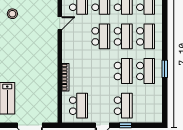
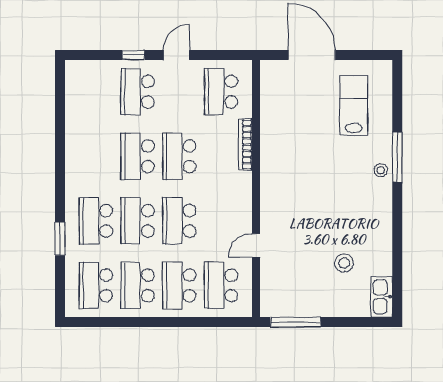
window: (165, 69) -> (60, 239), moved
school desk: (146, 71) -> (179, 156), moved

